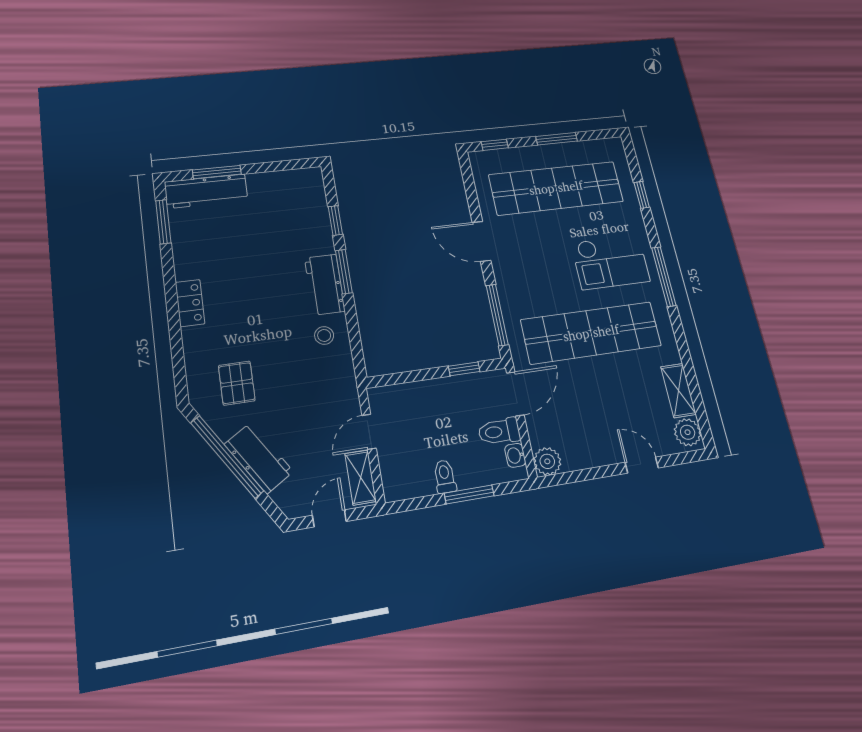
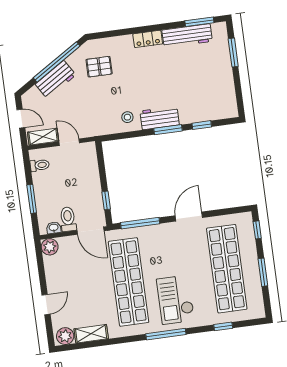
workbench: (206, 191) -> (187, 36), moved, turned -90
toilet: (445, 477) -> (40, 165), moved

